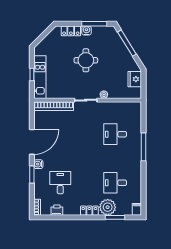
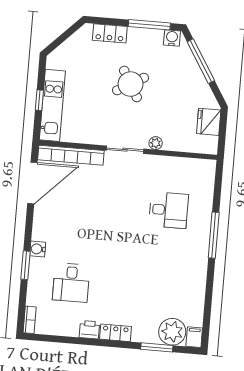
water cooler: (86, 30) -> (172, 38), moved
round table: (86, 60) -> (131, 84), turned -30
desk: (115, 134) -> (169, 210), turned 180
door: (32, 142) -> (32, 183), moved
desk: (60, 183) -> (71, 283), turned 180
desk: (115, 183) -> (162, 290), removed
plant: (108, 207) -> (172, 332), moved
printer: (57, 210) -> (89, 330), moved

